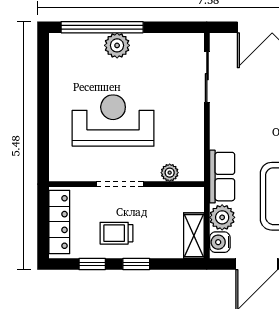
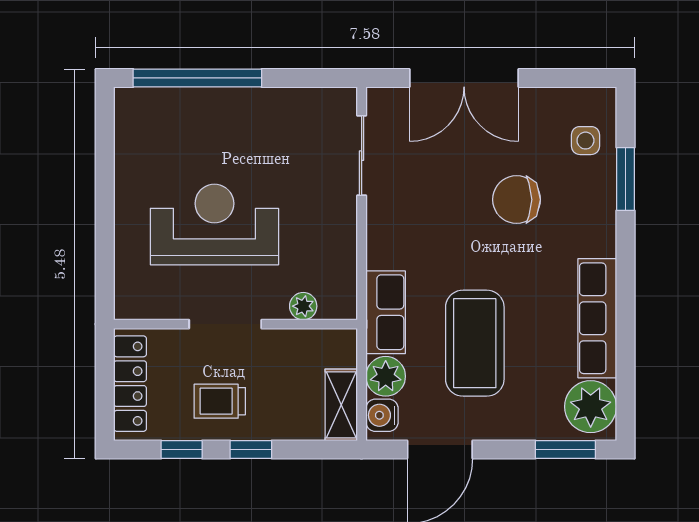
plant: (117, 45) -> (221, 107), removed

